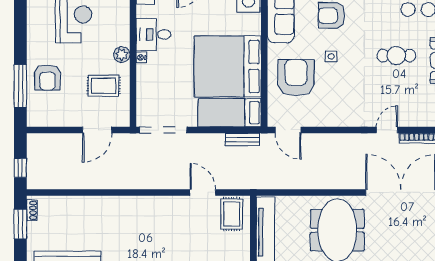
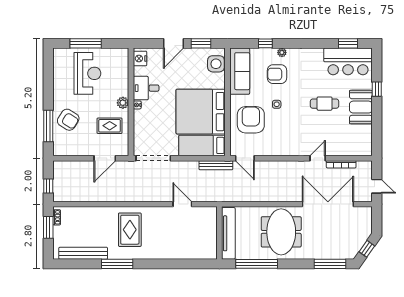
armchair: (47, 78) -> (68, 120), turned -58
bench: (242, 139) -> (216, 165), width x1.36
rug: (232, 214) -> (130, 230), moved, width x1.36, depth x1.43

